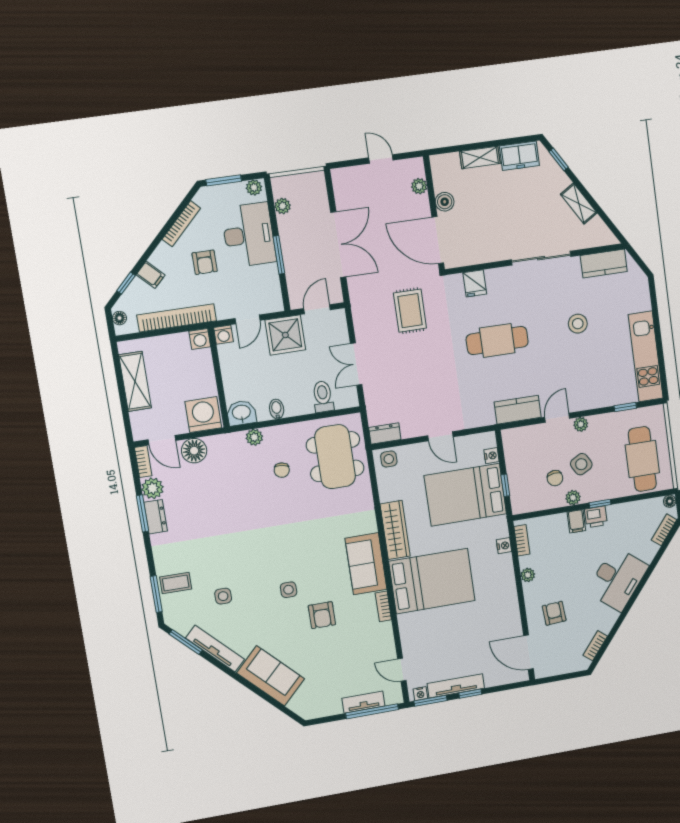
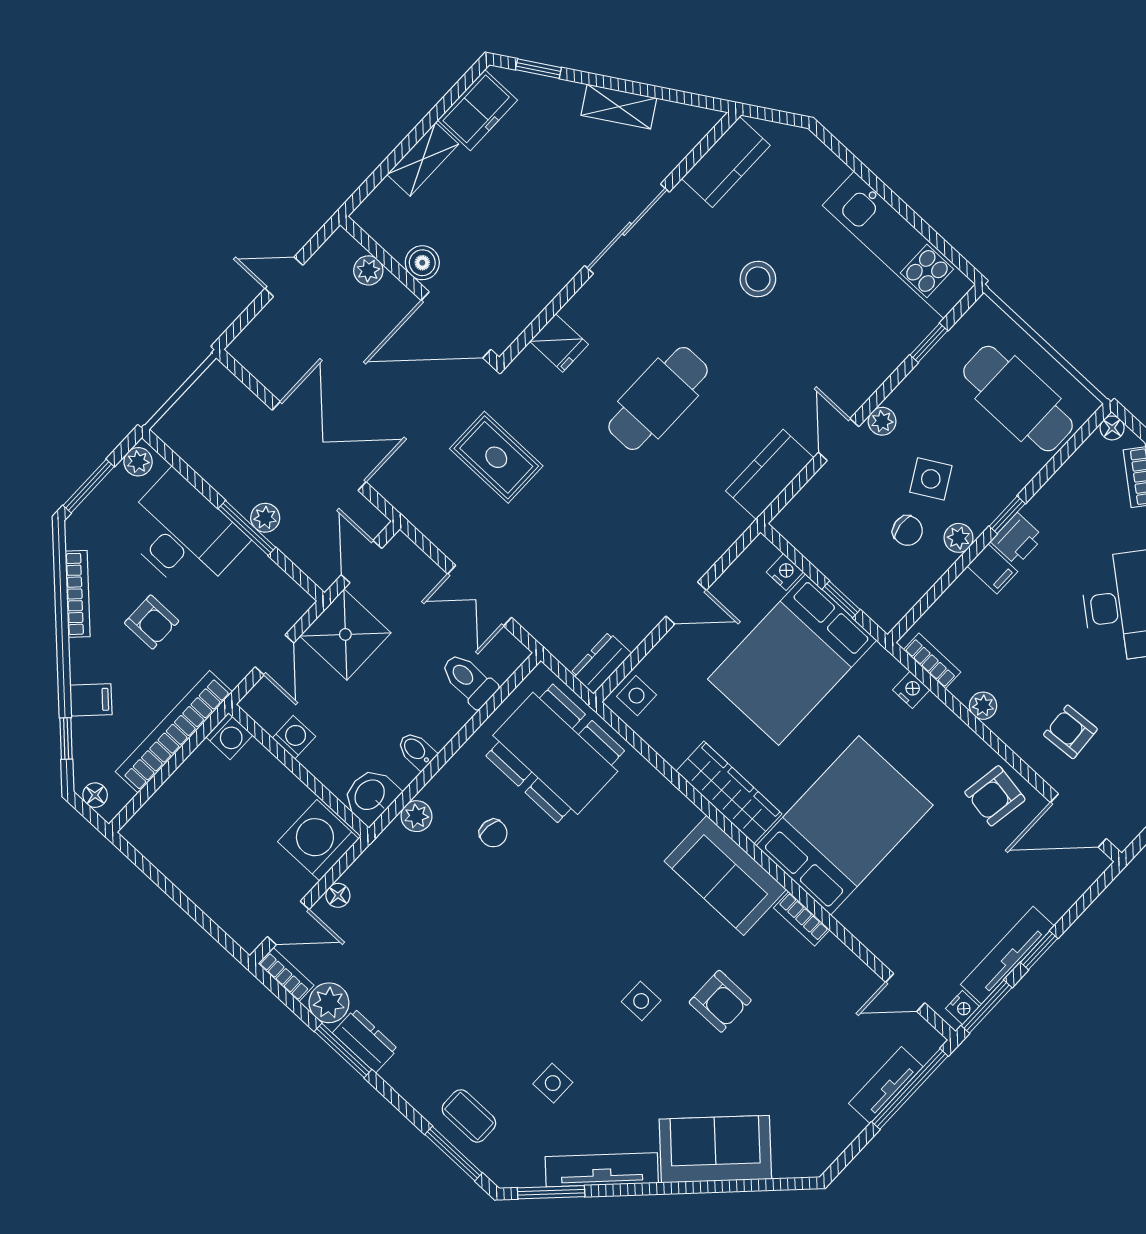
plant: (283, 206) -> (265, 518), moved
washing machine: (223, 335) -> (294, 737), moved, turned -90
shelving: (135, 381) -> (186, 868), removed
floor lamp: (194, 451) -> (338, 895), width x0.53, depth x0.53
coffee table: (176, 583) -> (469, 1116), turned 90
armchair: (503, 616) -> (995, 796), added

